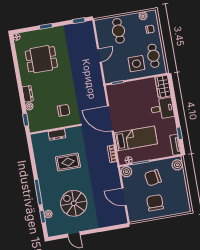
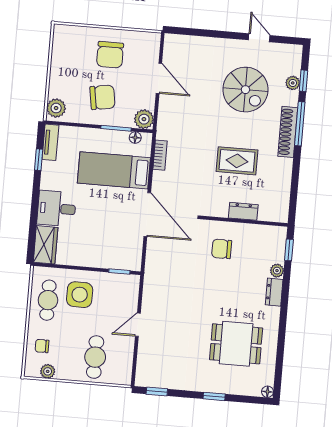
shoe rack: (44, 186) -> (288, 132), added

